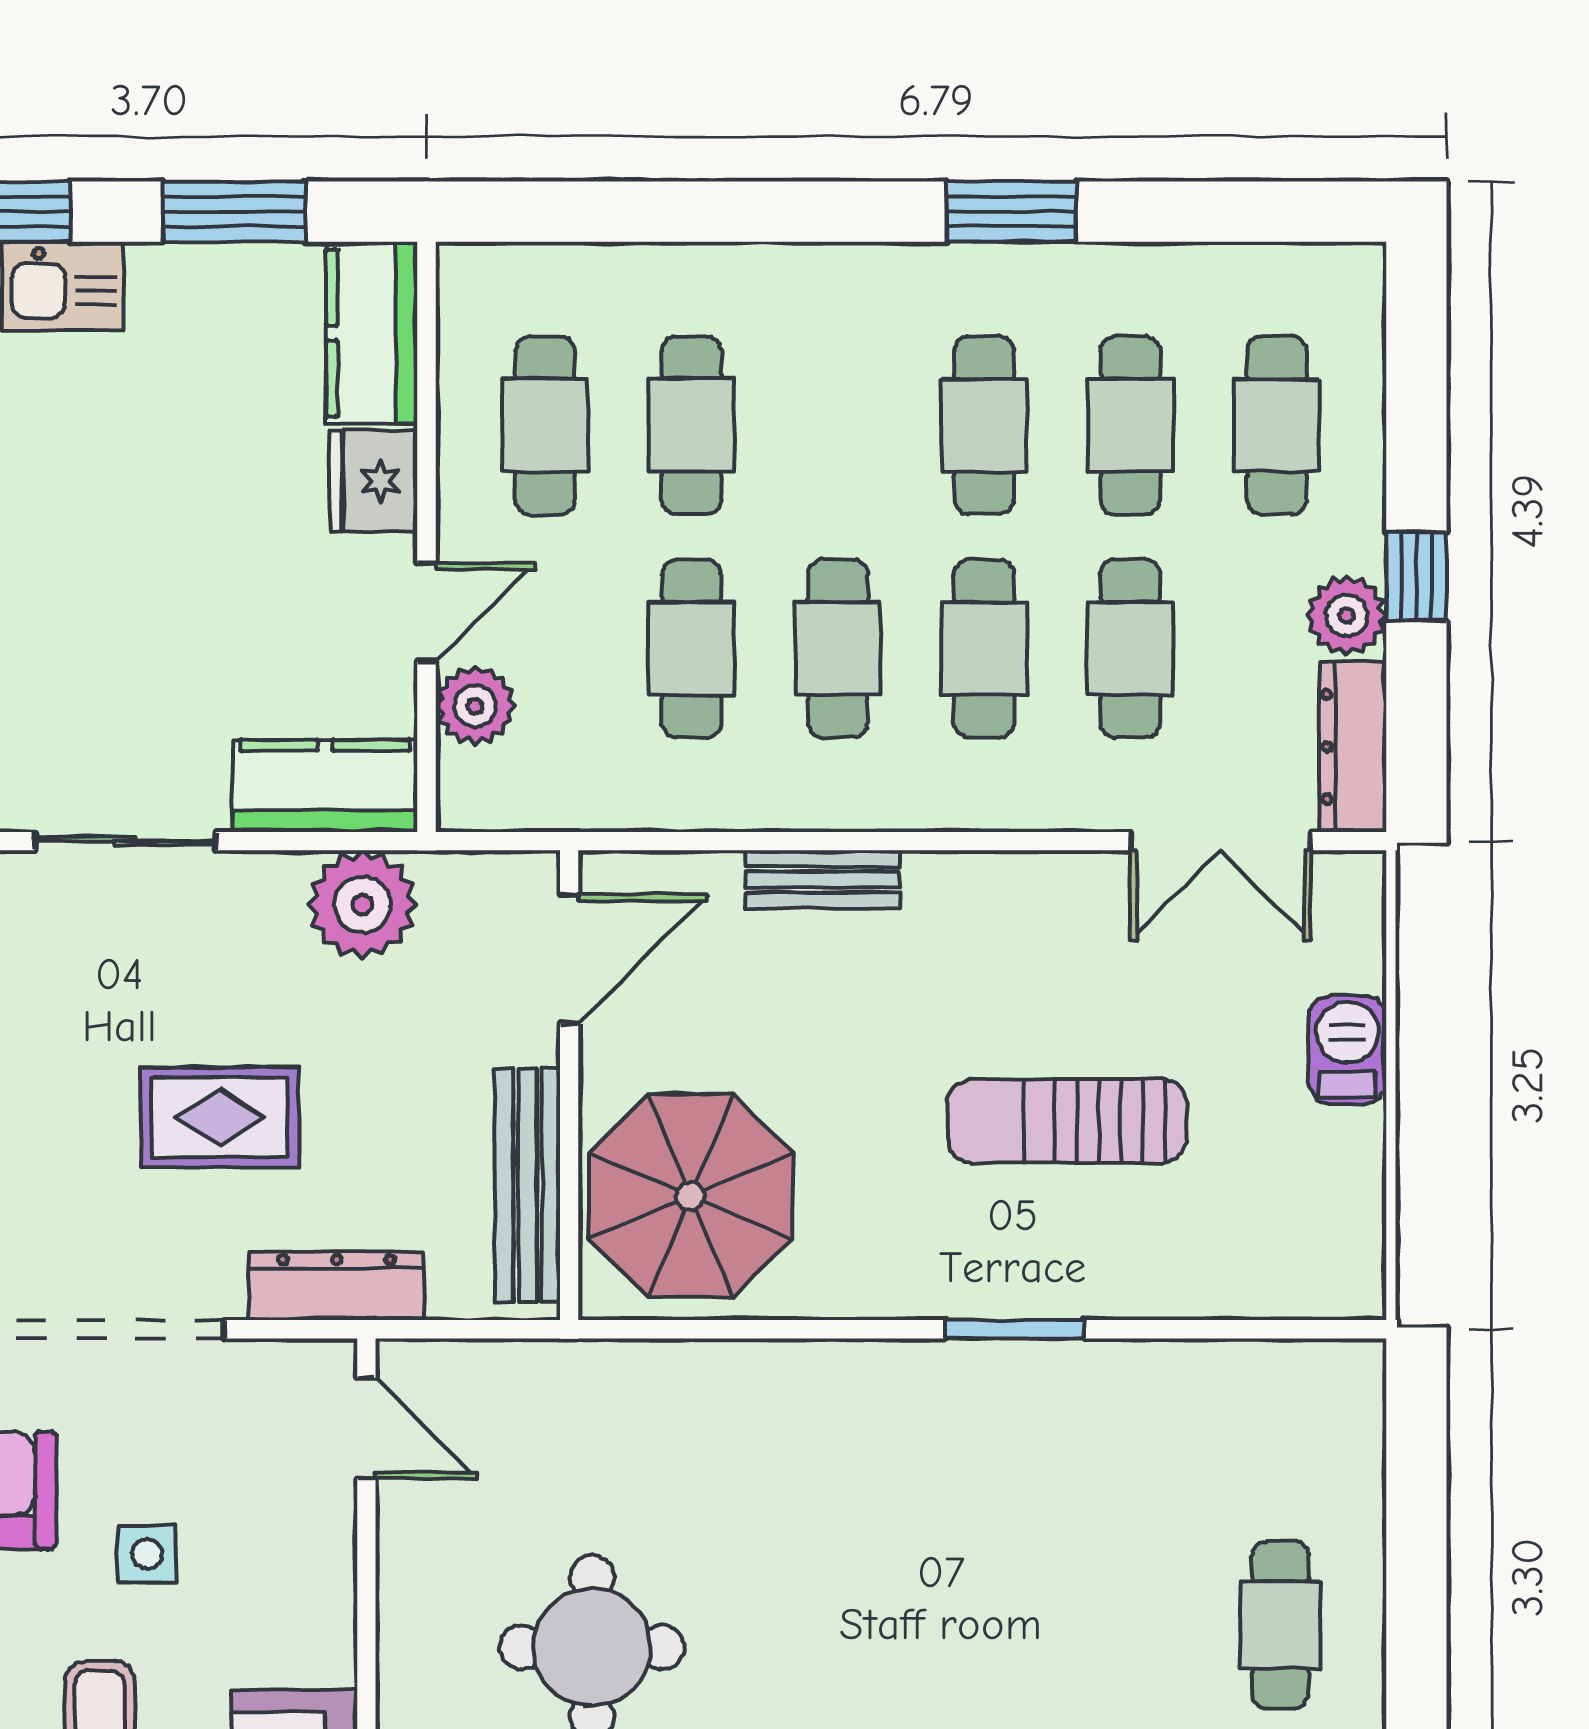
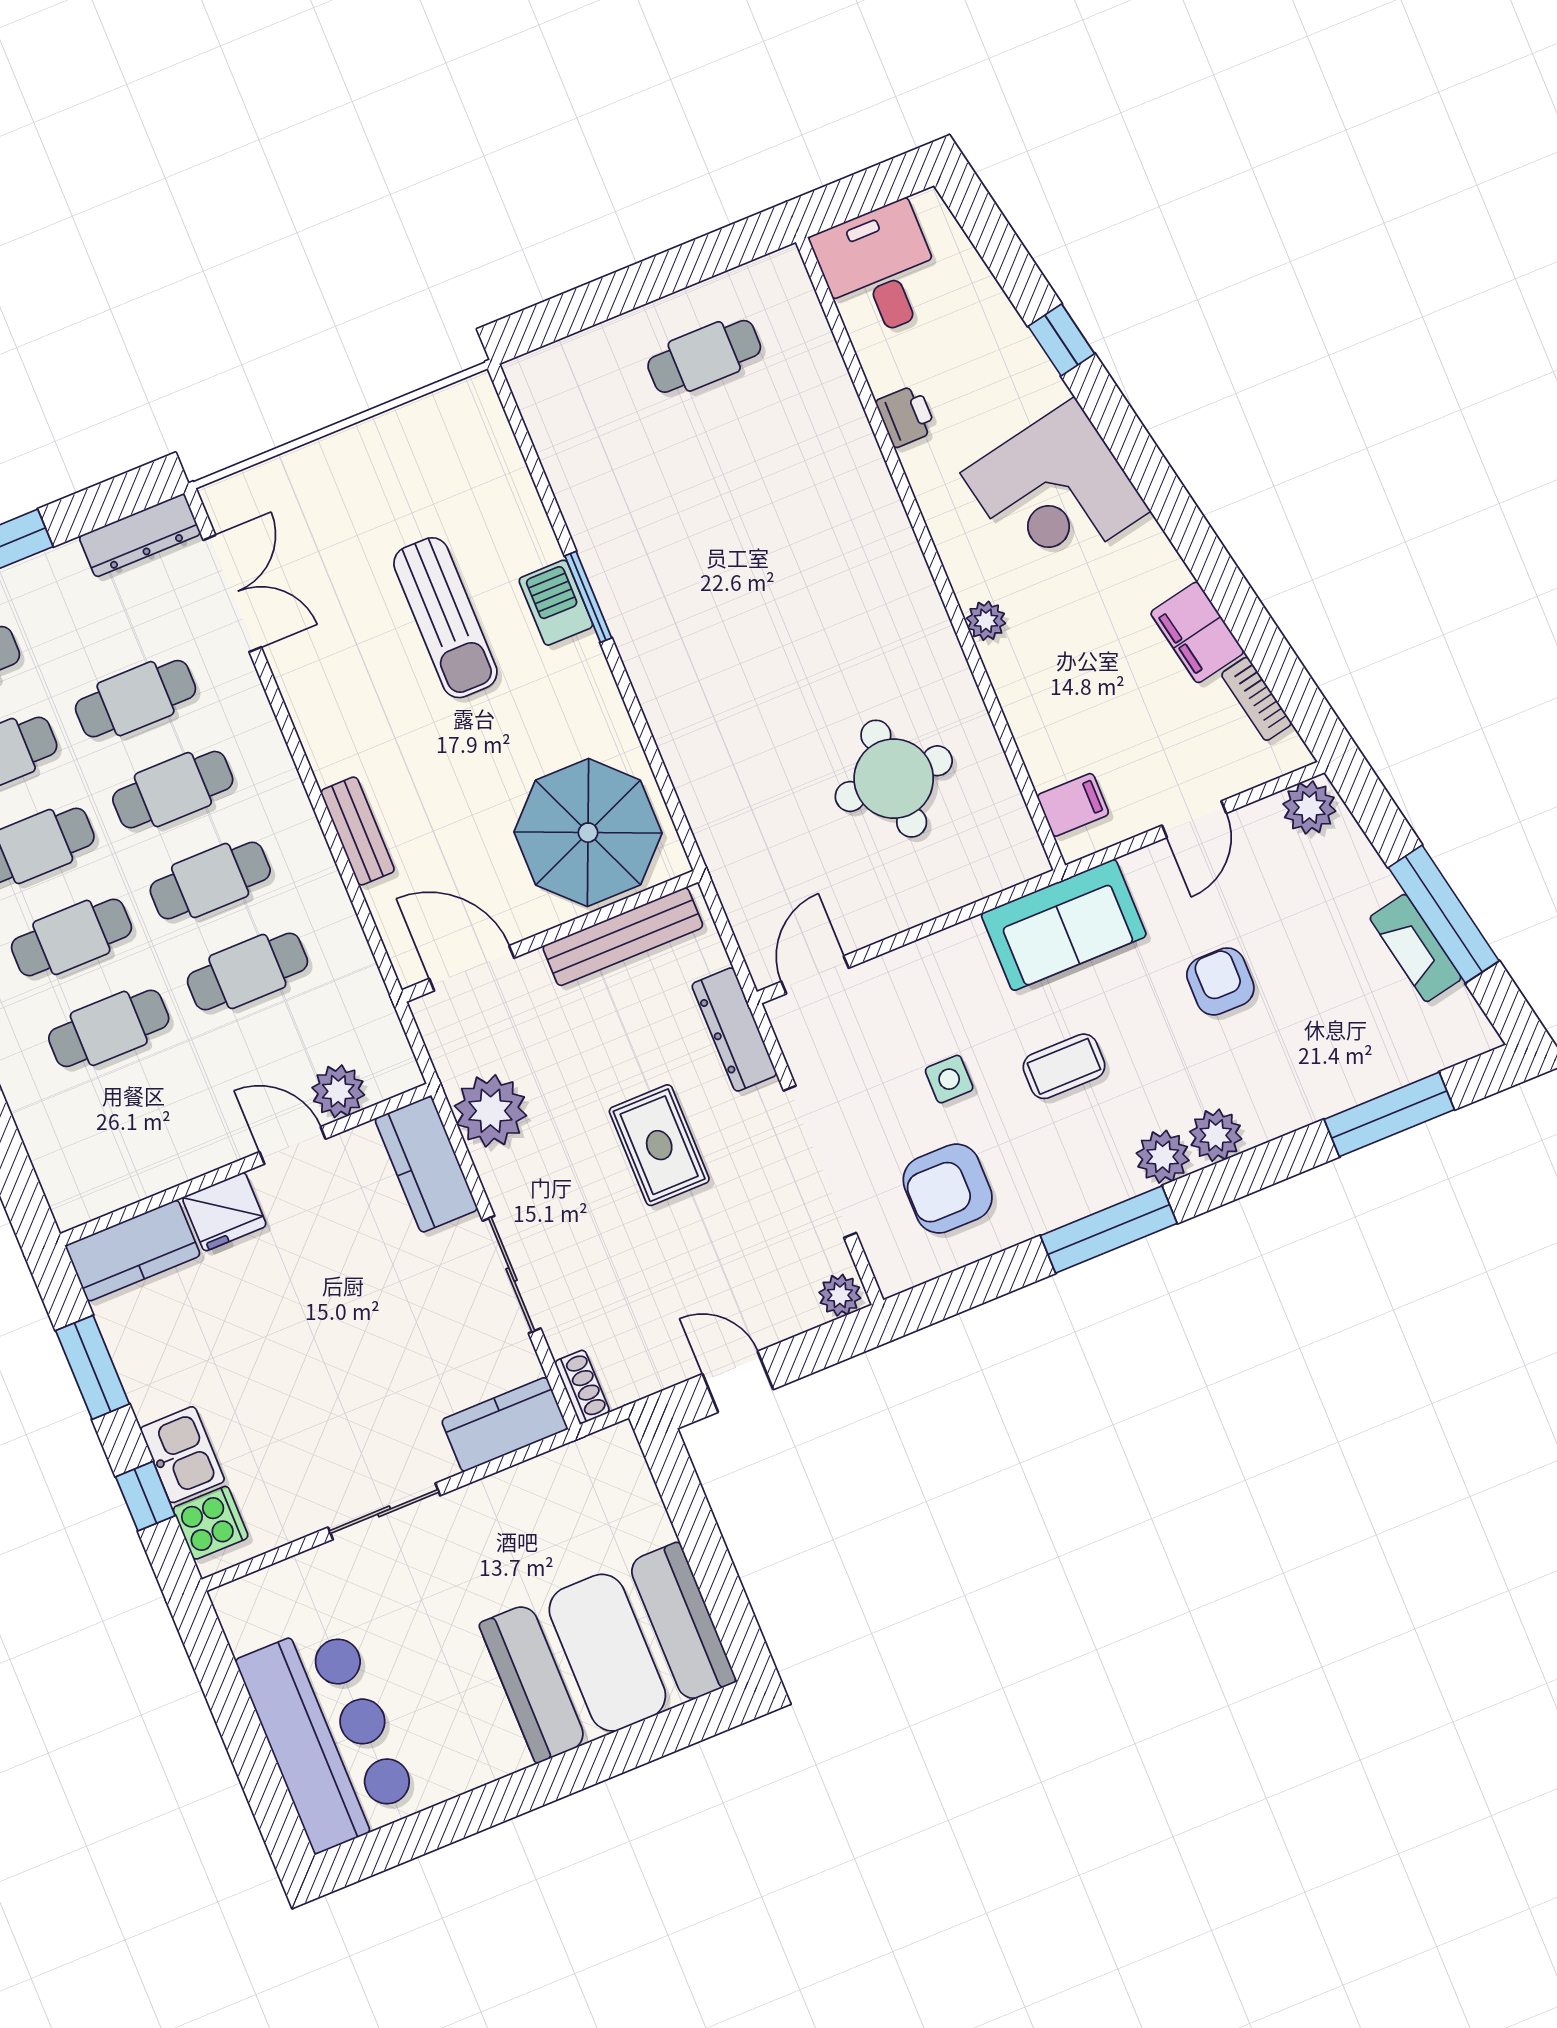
cafe table: (545, 425) -> (71, 937), moved
plant: (1347, 616) -> (60, 573), removed
barbecue: (1348, 1050) -> (556, 603), moved, turned 90

